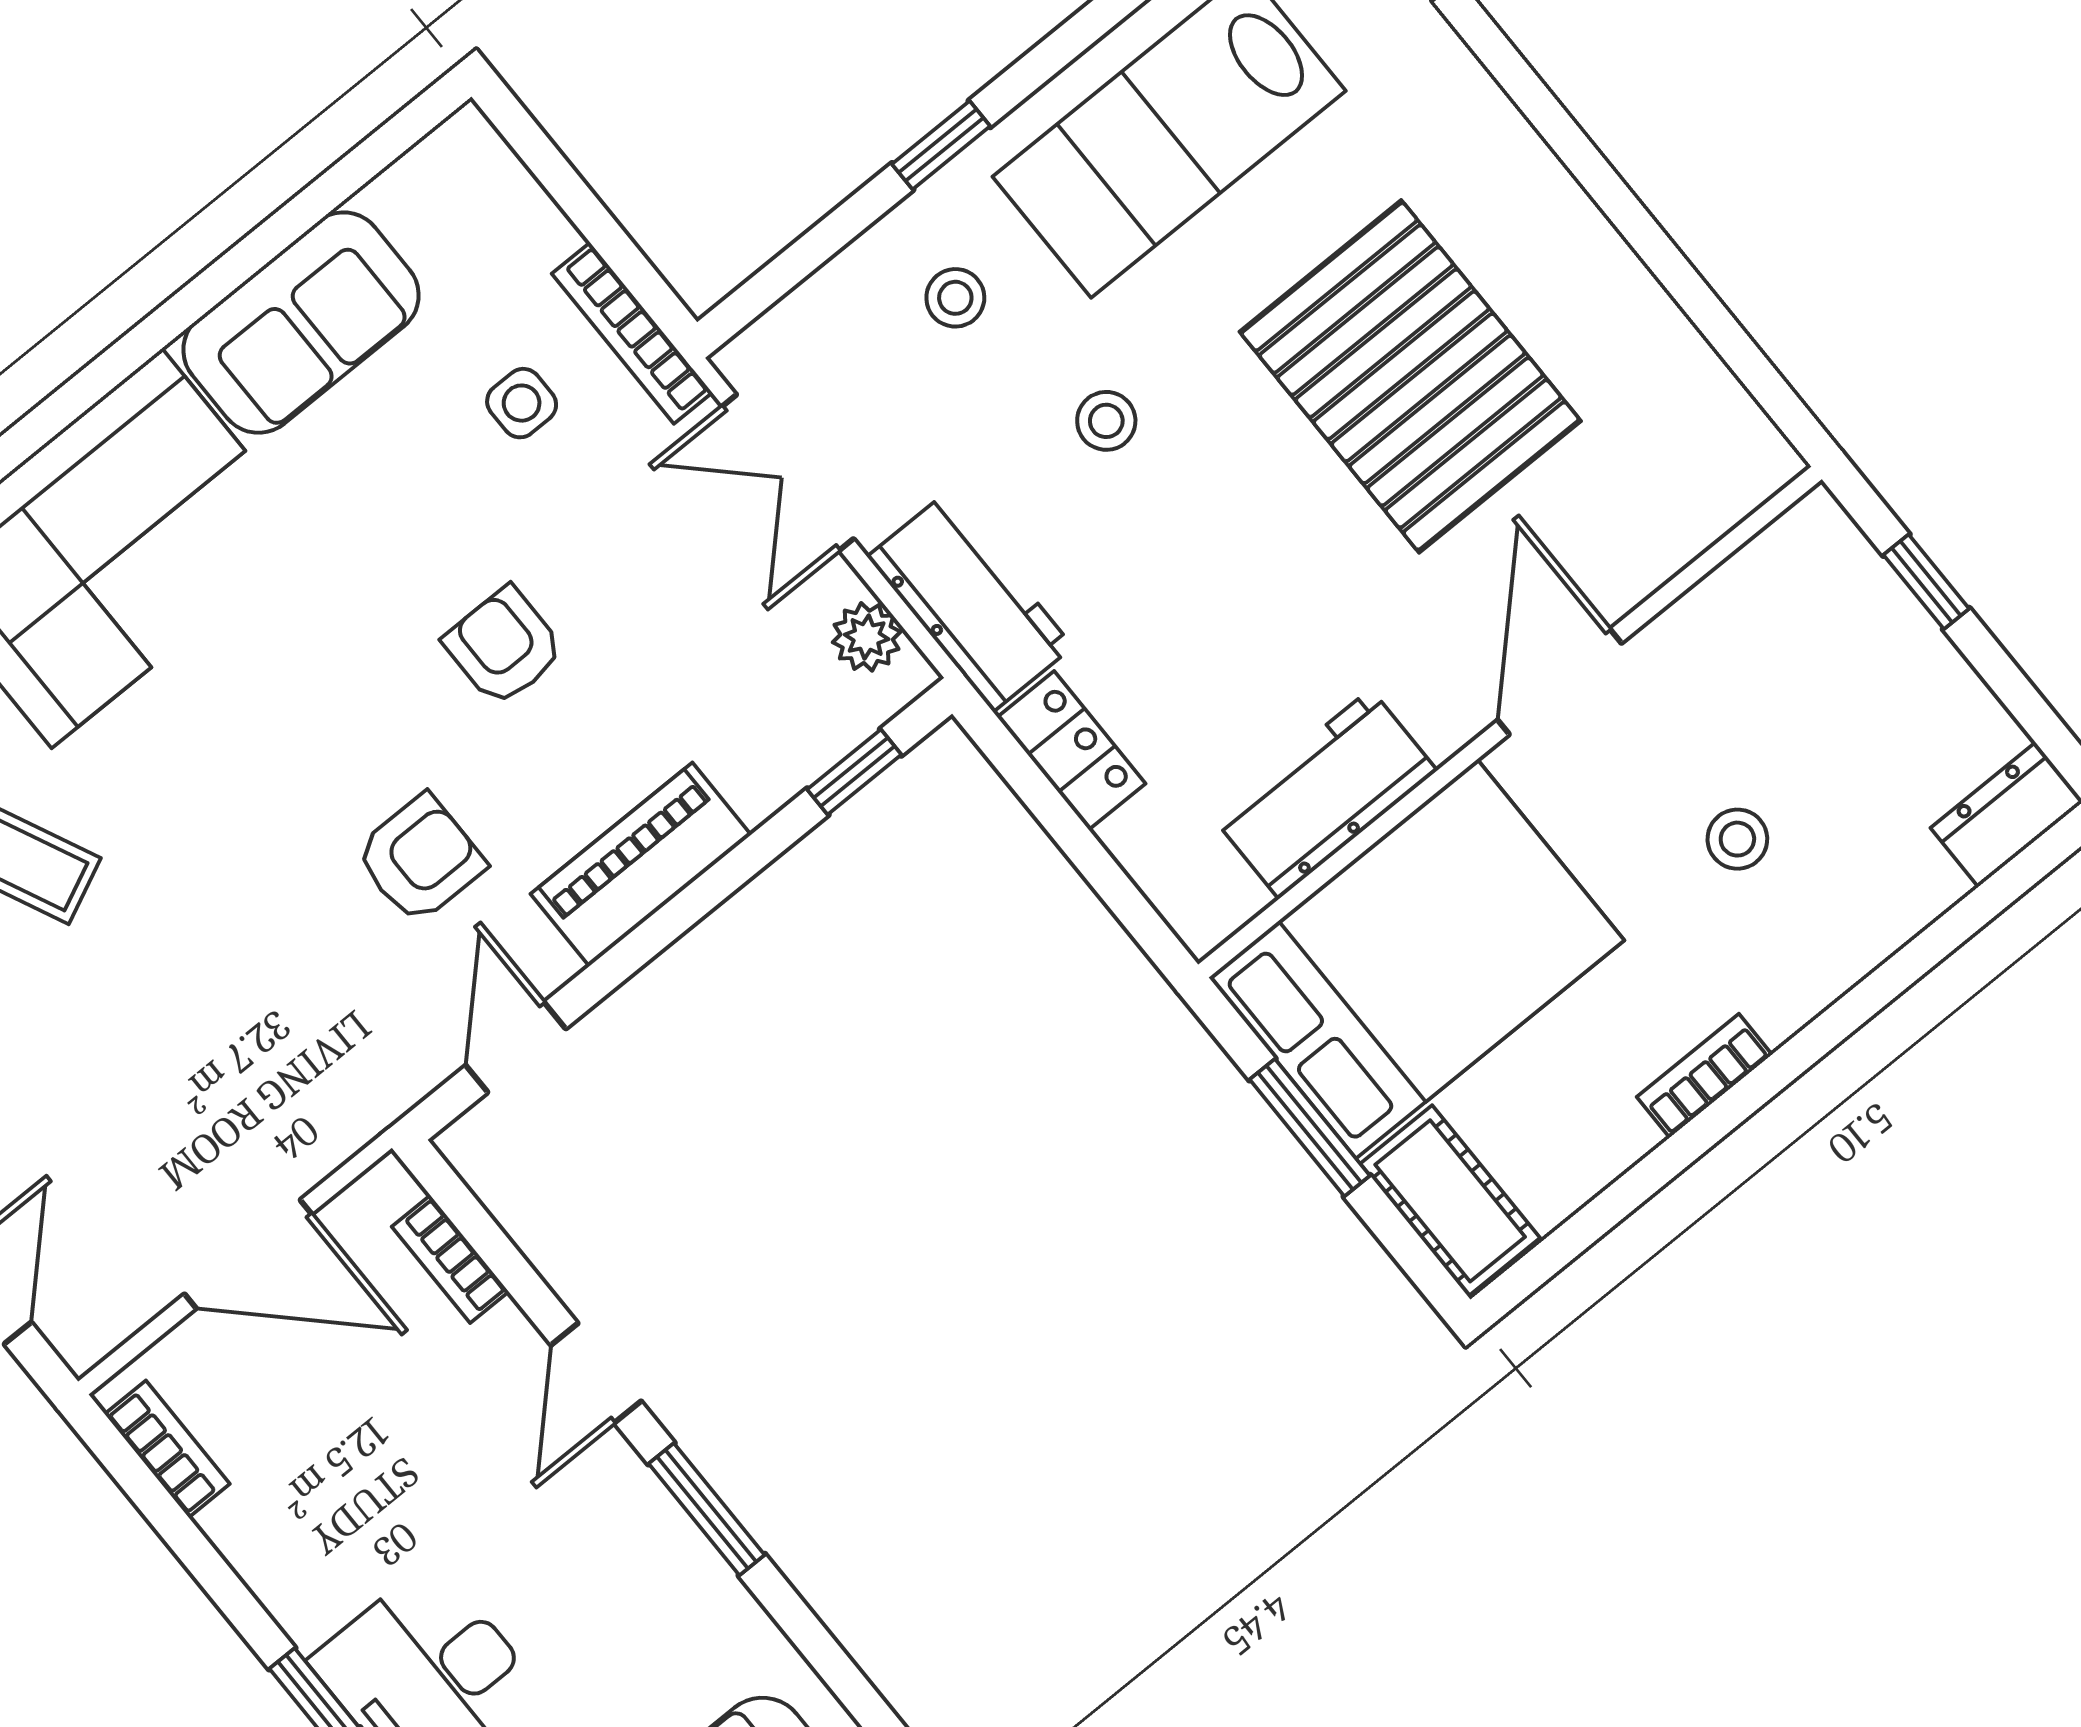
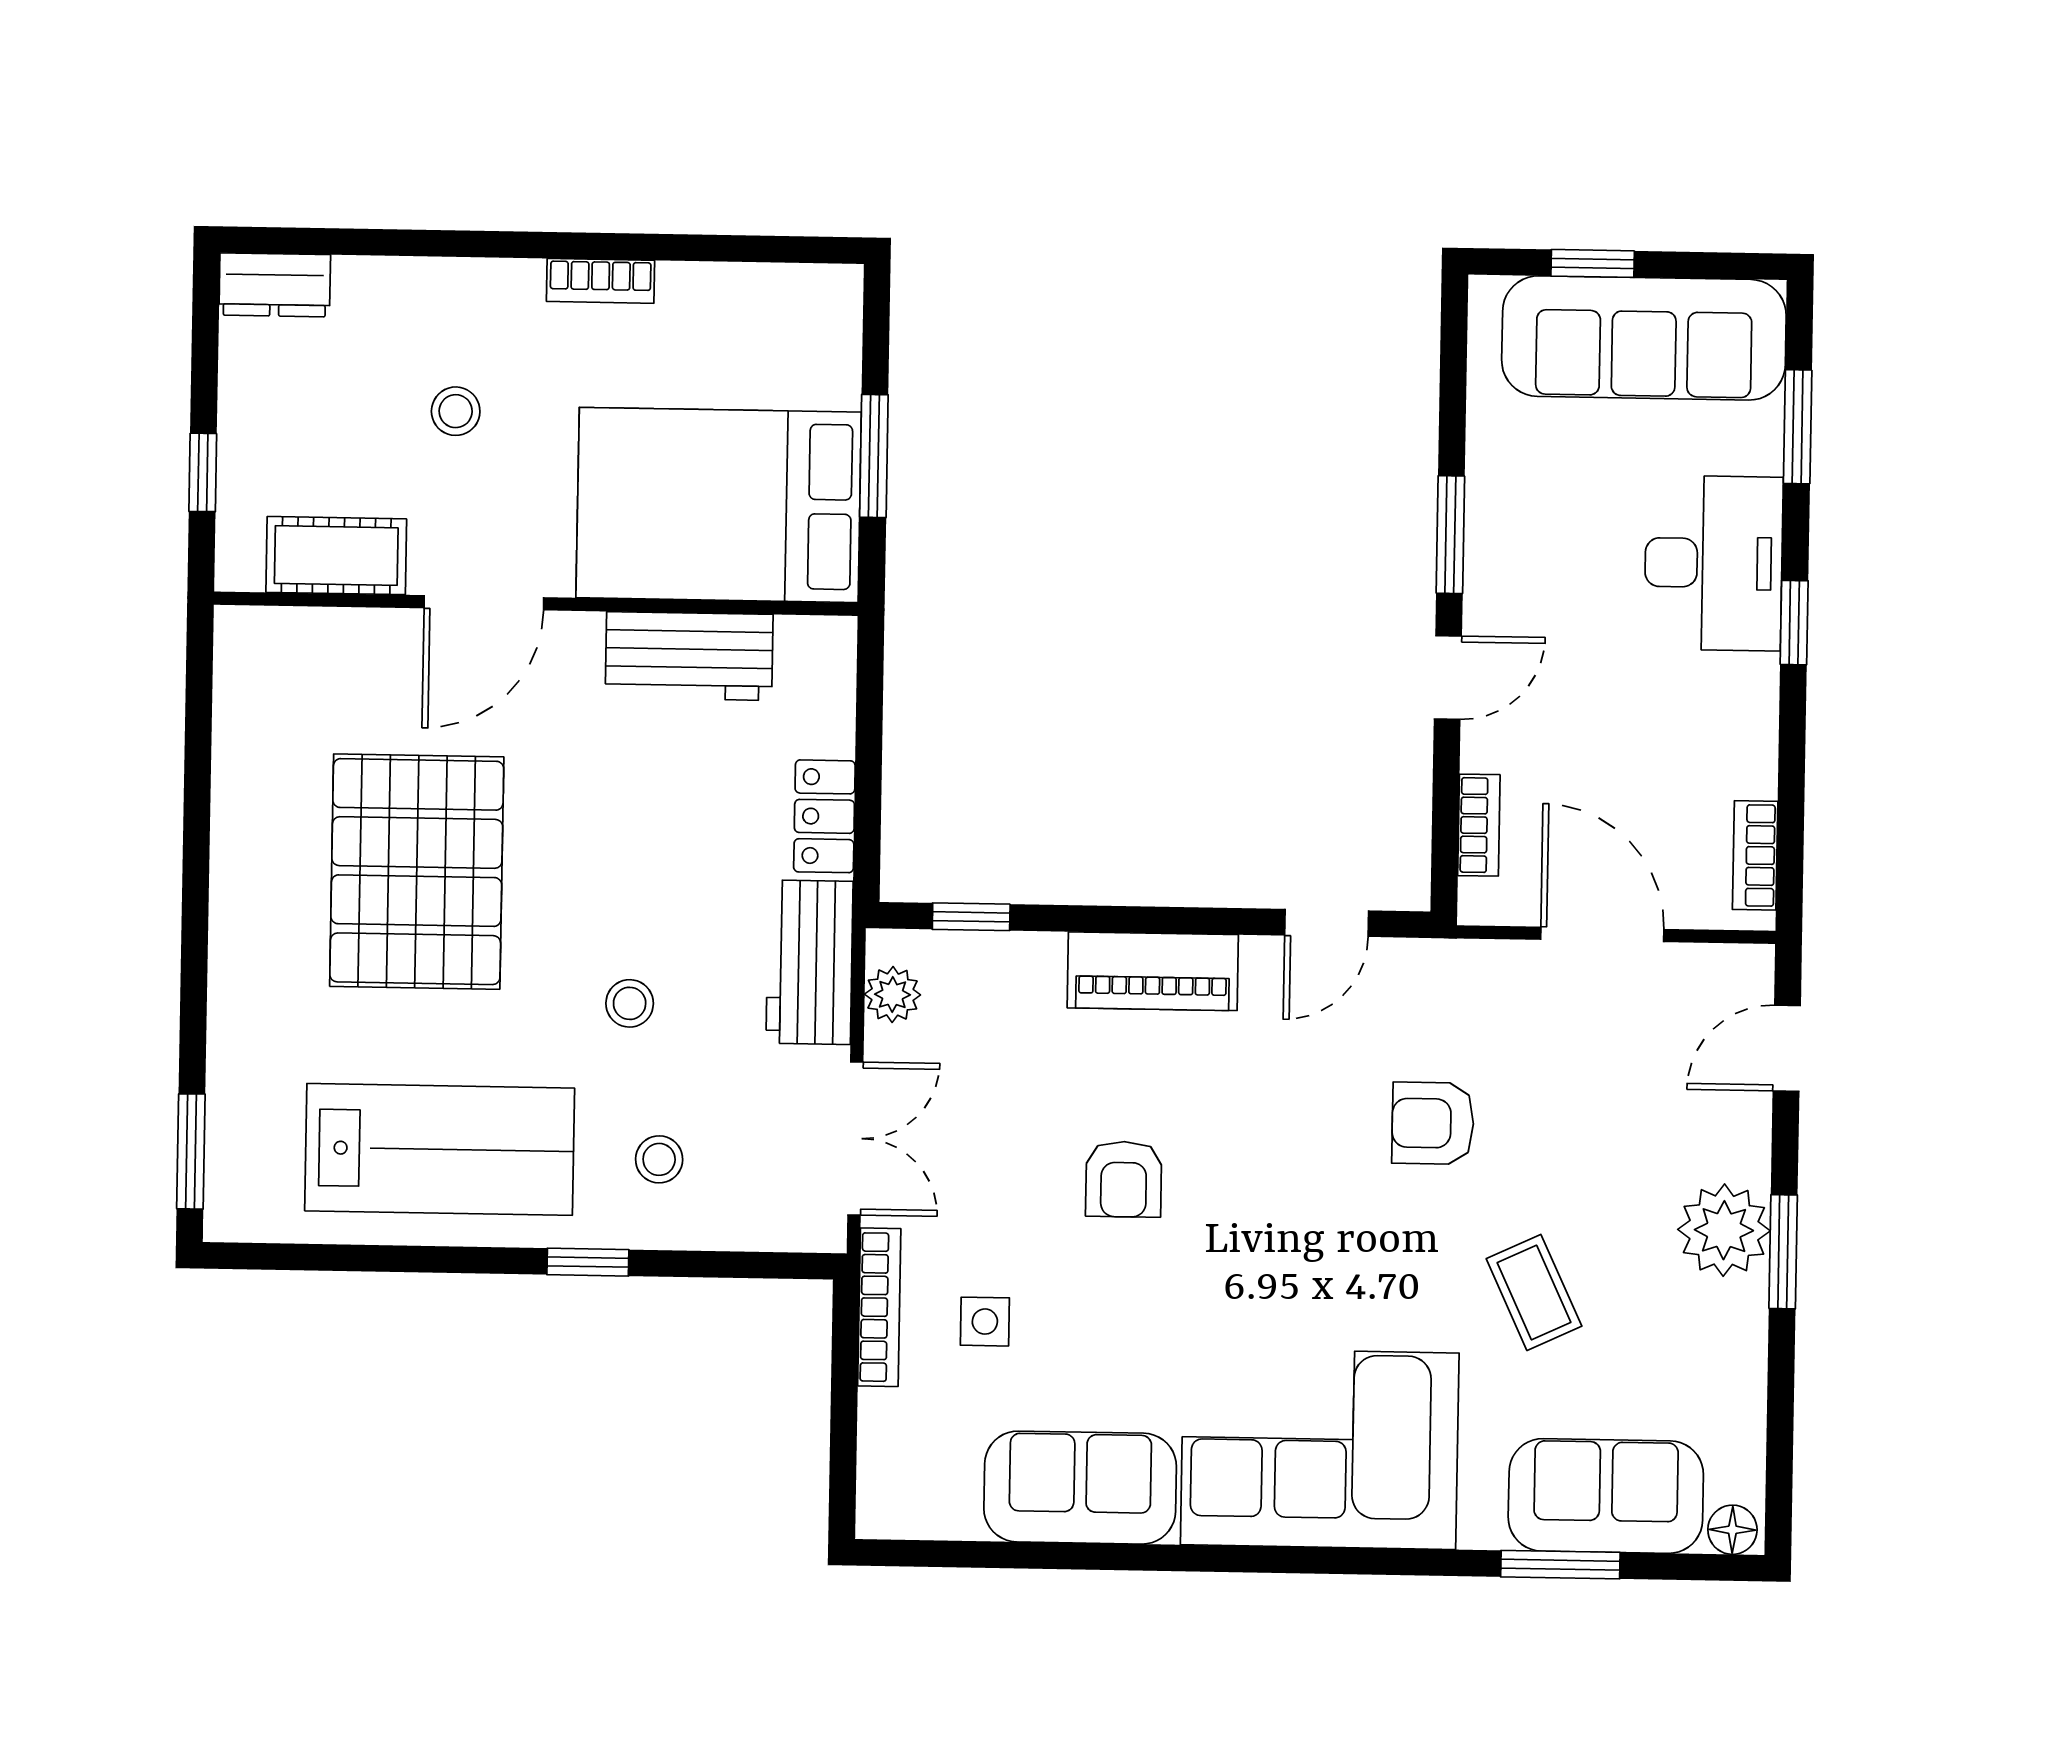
armchair: (420, 859) -> (1433, 1123), moved
cot: (1450, 1201) -> (336, 556), moved, turned 90

